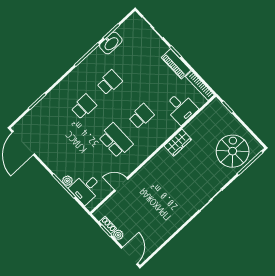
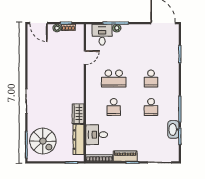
dresser: (201, 120) -> (78, 140), added

